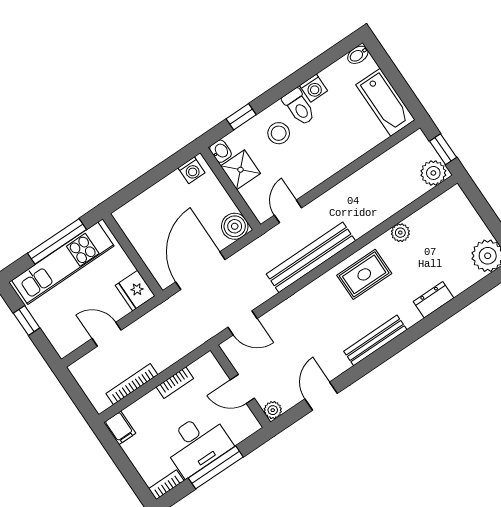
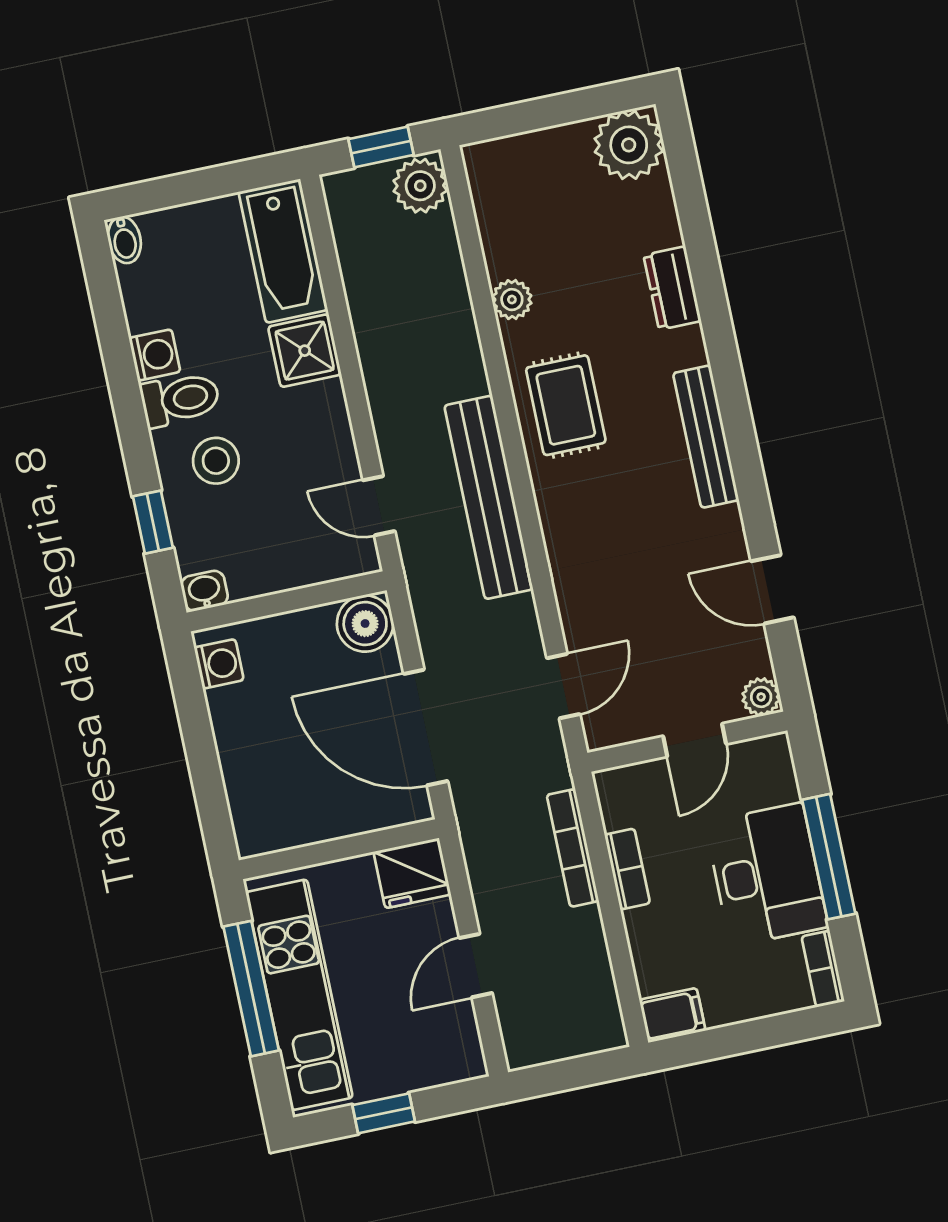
bathtub: (385, 102) -> (283, 251), moved, turned 90
shower: (240, 170) -> (305, 351), moved
bookcase: (132, 384) -> (573, 848), moved

